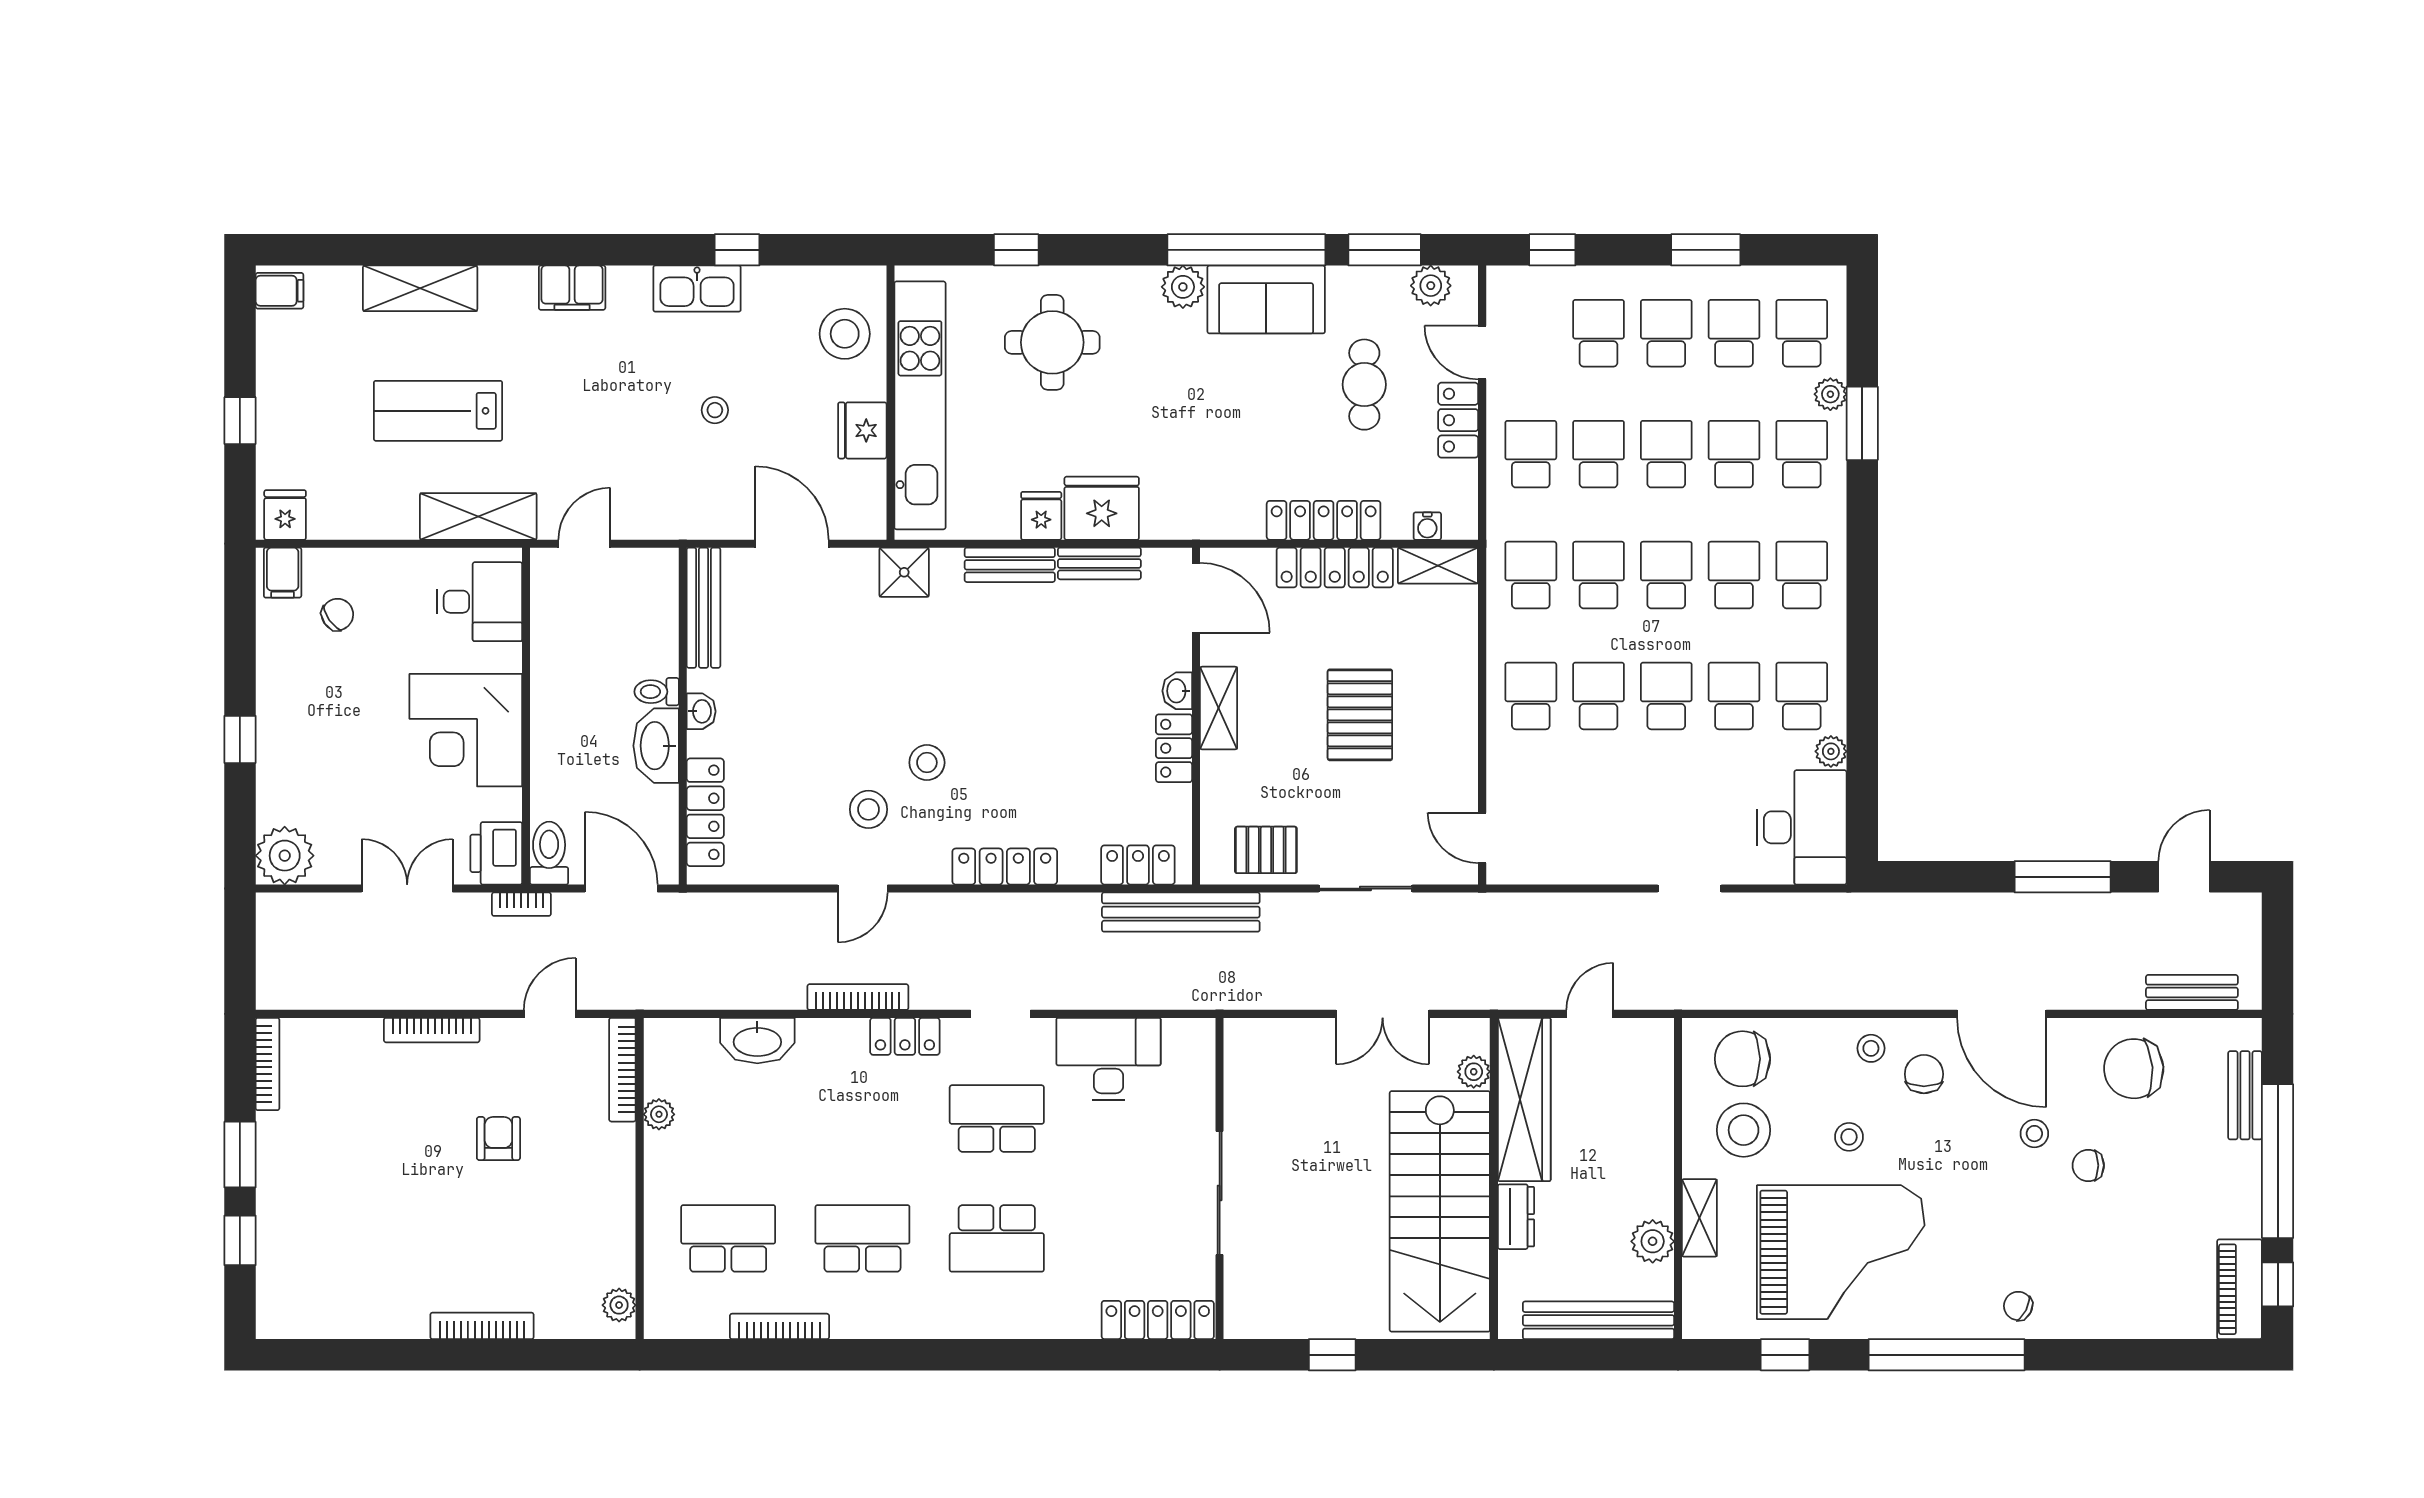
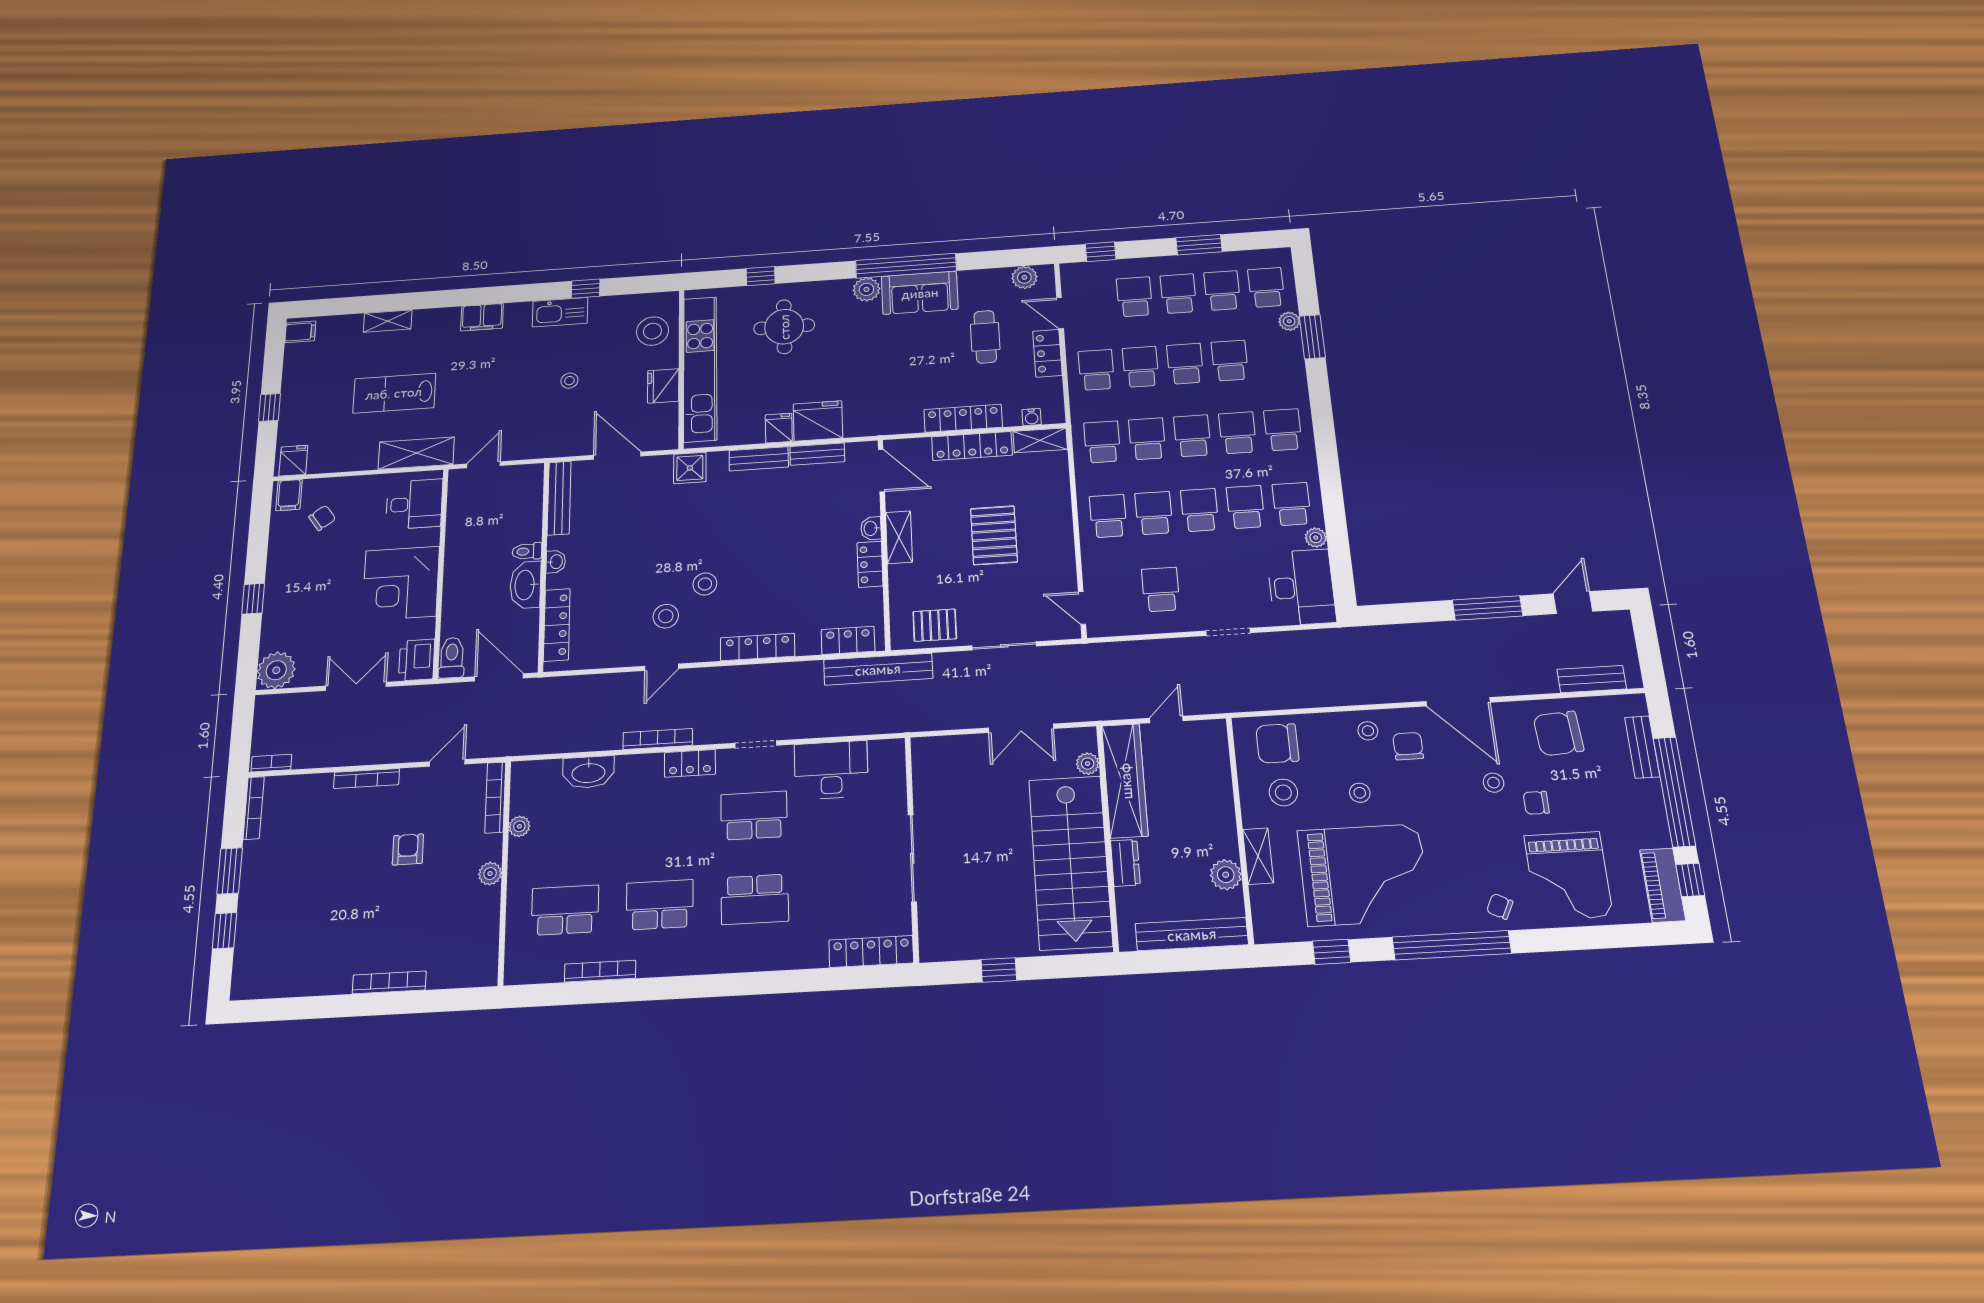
window: (1385, 250) -> (994, 259), removed
shelving: (420, 288) -> (388, 321), width x0.67, depth x0.75
school desk: (1802, 454) -> (1161, 589), moved
bookcase: (521, 904) -> (271, 763), moved, turned 180
stool: (1744, 1130) -> (1283, 792), width x0.73, depth x0.73
grand piano: (2116, 1269) -> (1568, 876), added
plant: (619, 1305) -> (490, 874), moved

